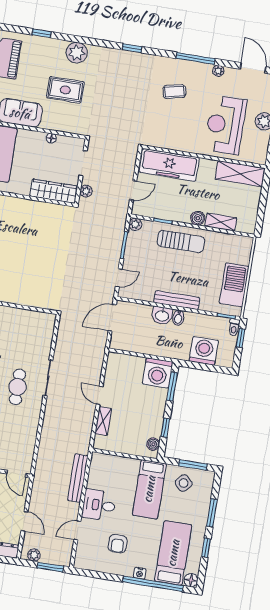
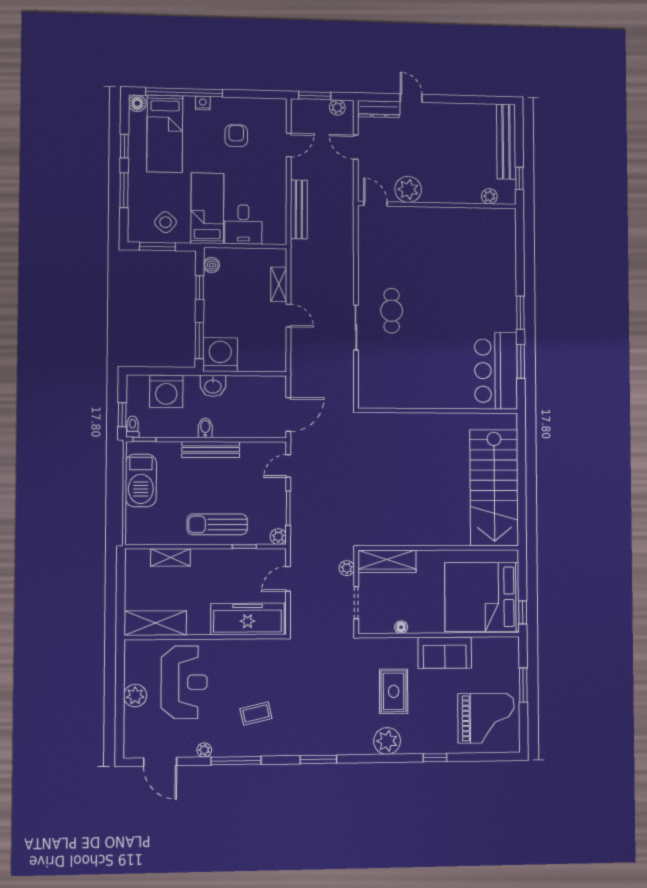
window: (132, 48) -> (318, 759), width x1.50
rug: (65, 90) -> (394, 691), turned 90
boiler: (198, 218) -> (201, 557), removed
washbasin: (162, 316) -> (213, 386), moved, turned 180
desk: (99, 505) -> (243, 224), moved, turned 90

